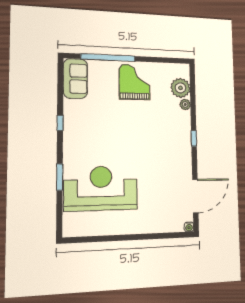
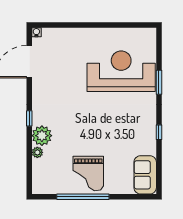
window: (108, 58) -> (83, 197), moved
plant: (181, 88) -> (42, 136), moved
reception desk: (101, 188) -> (121, 71), turned 180

